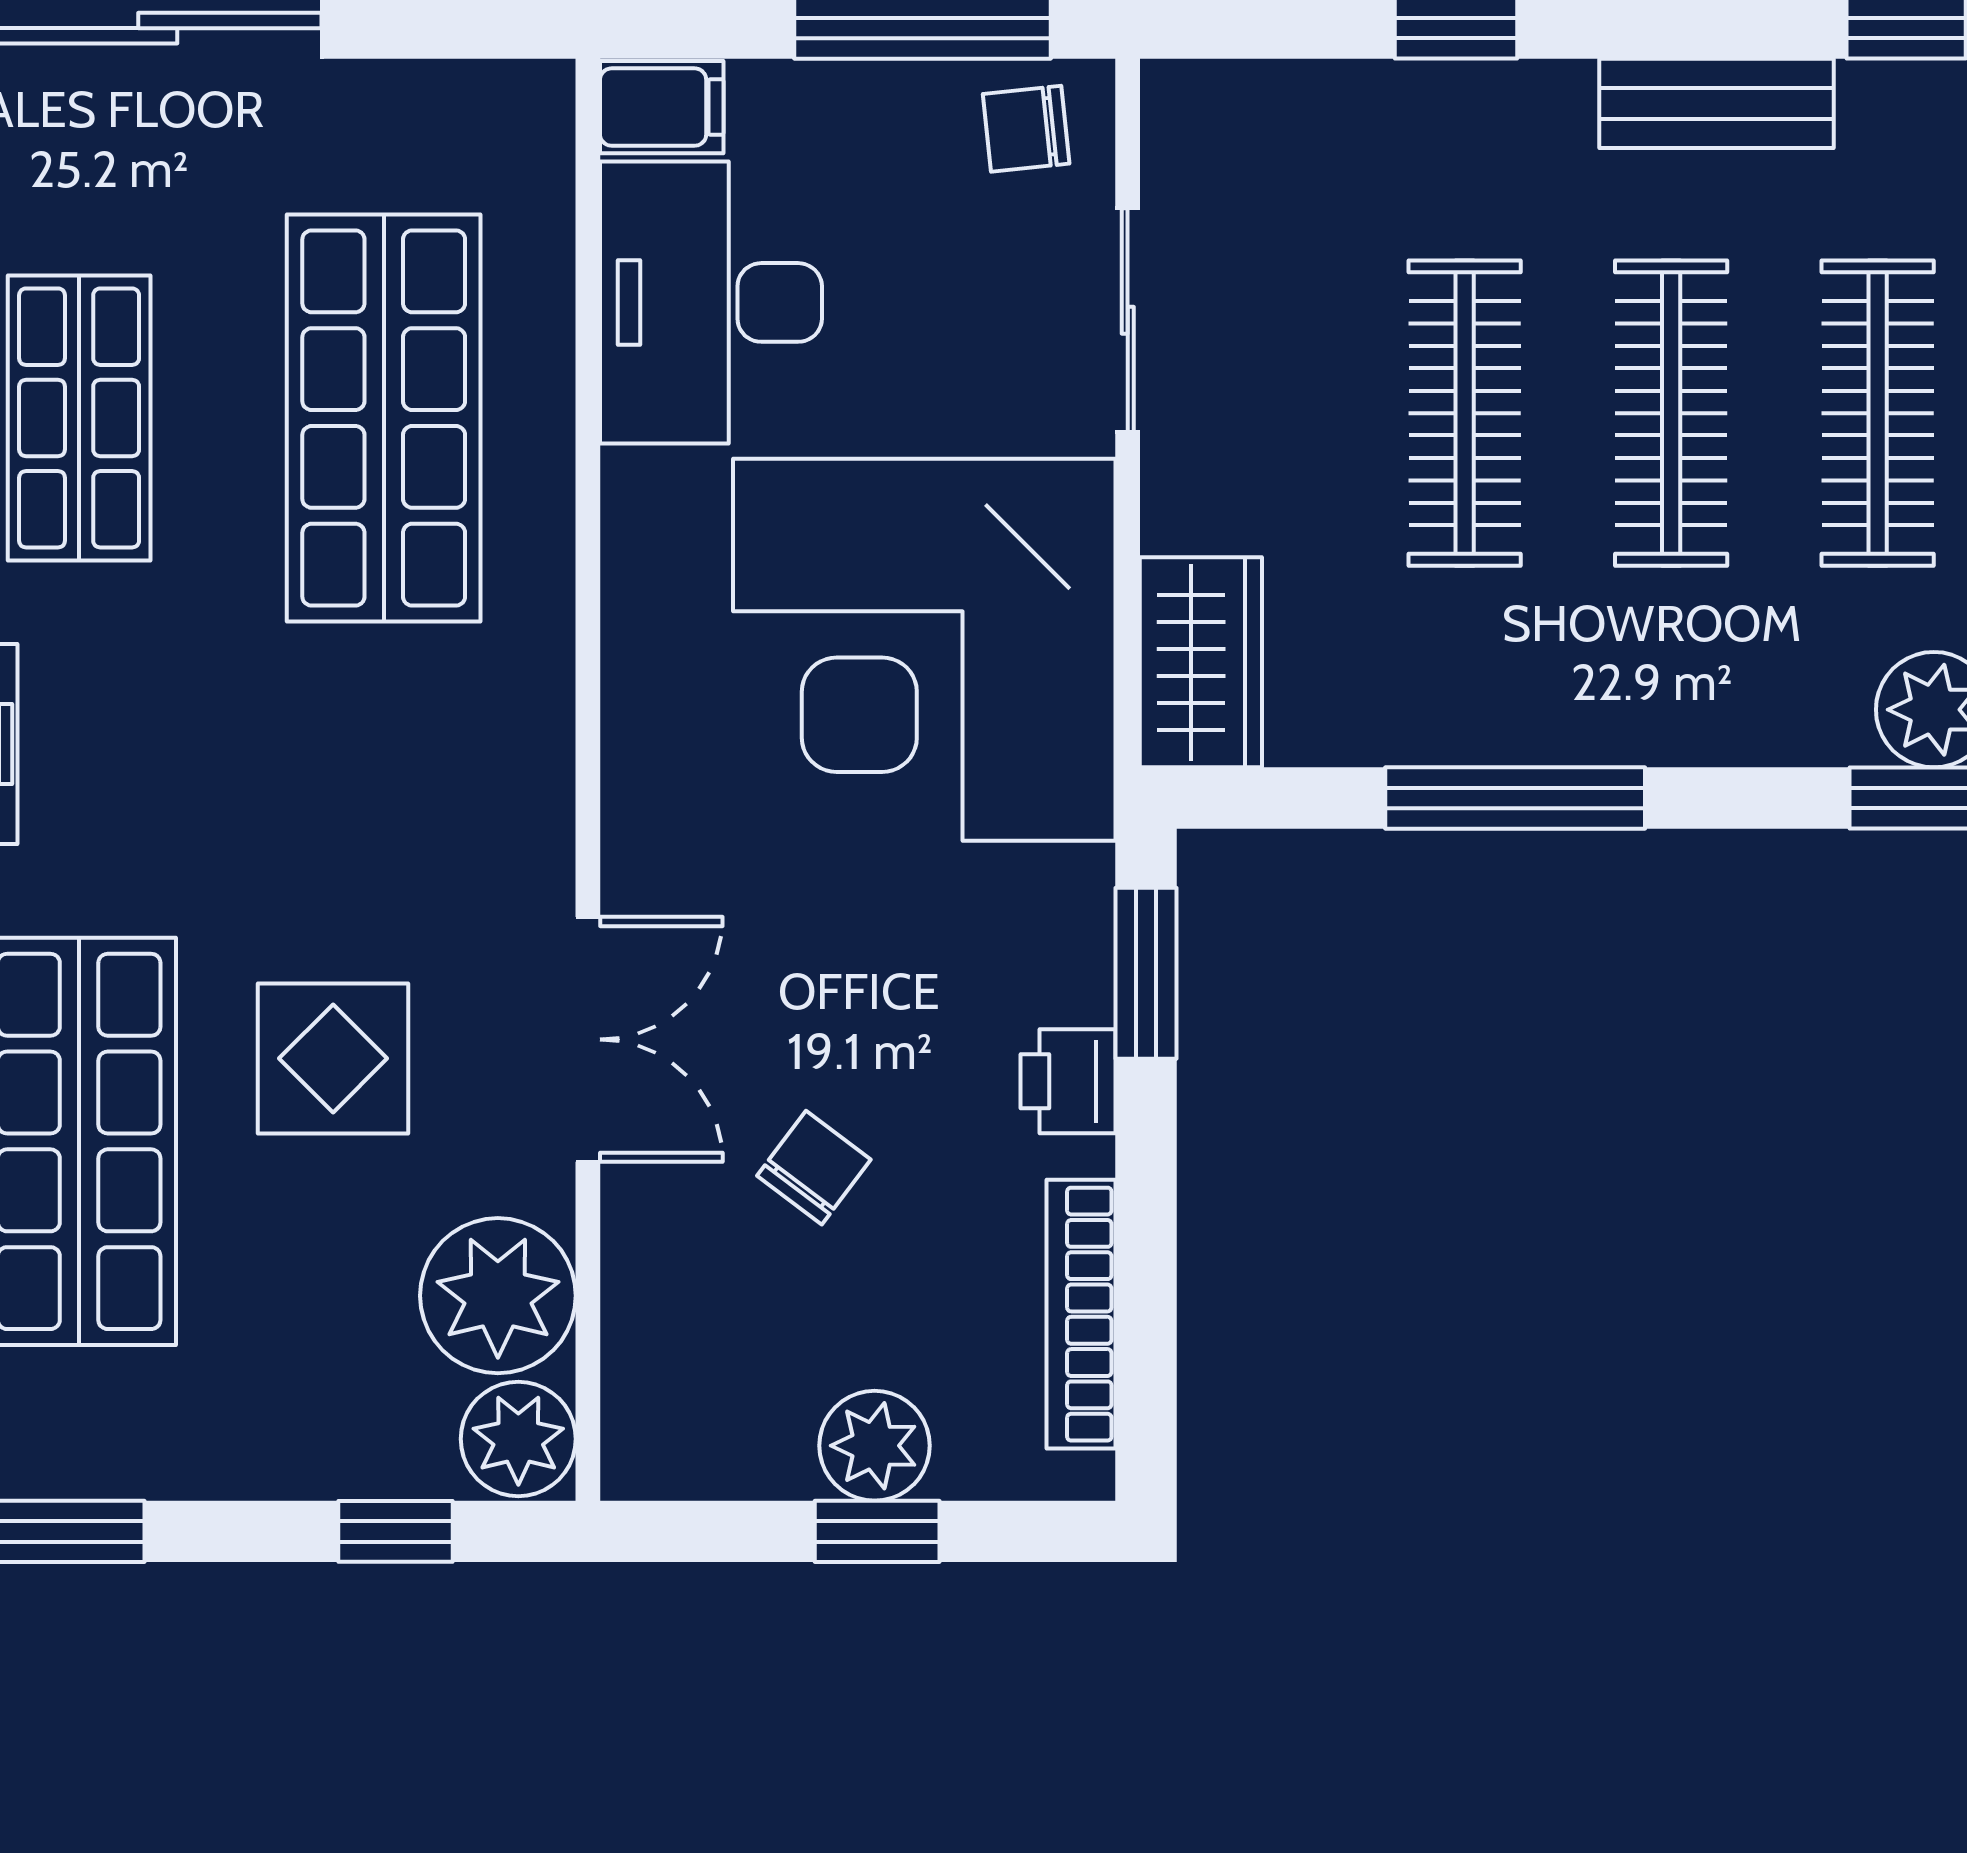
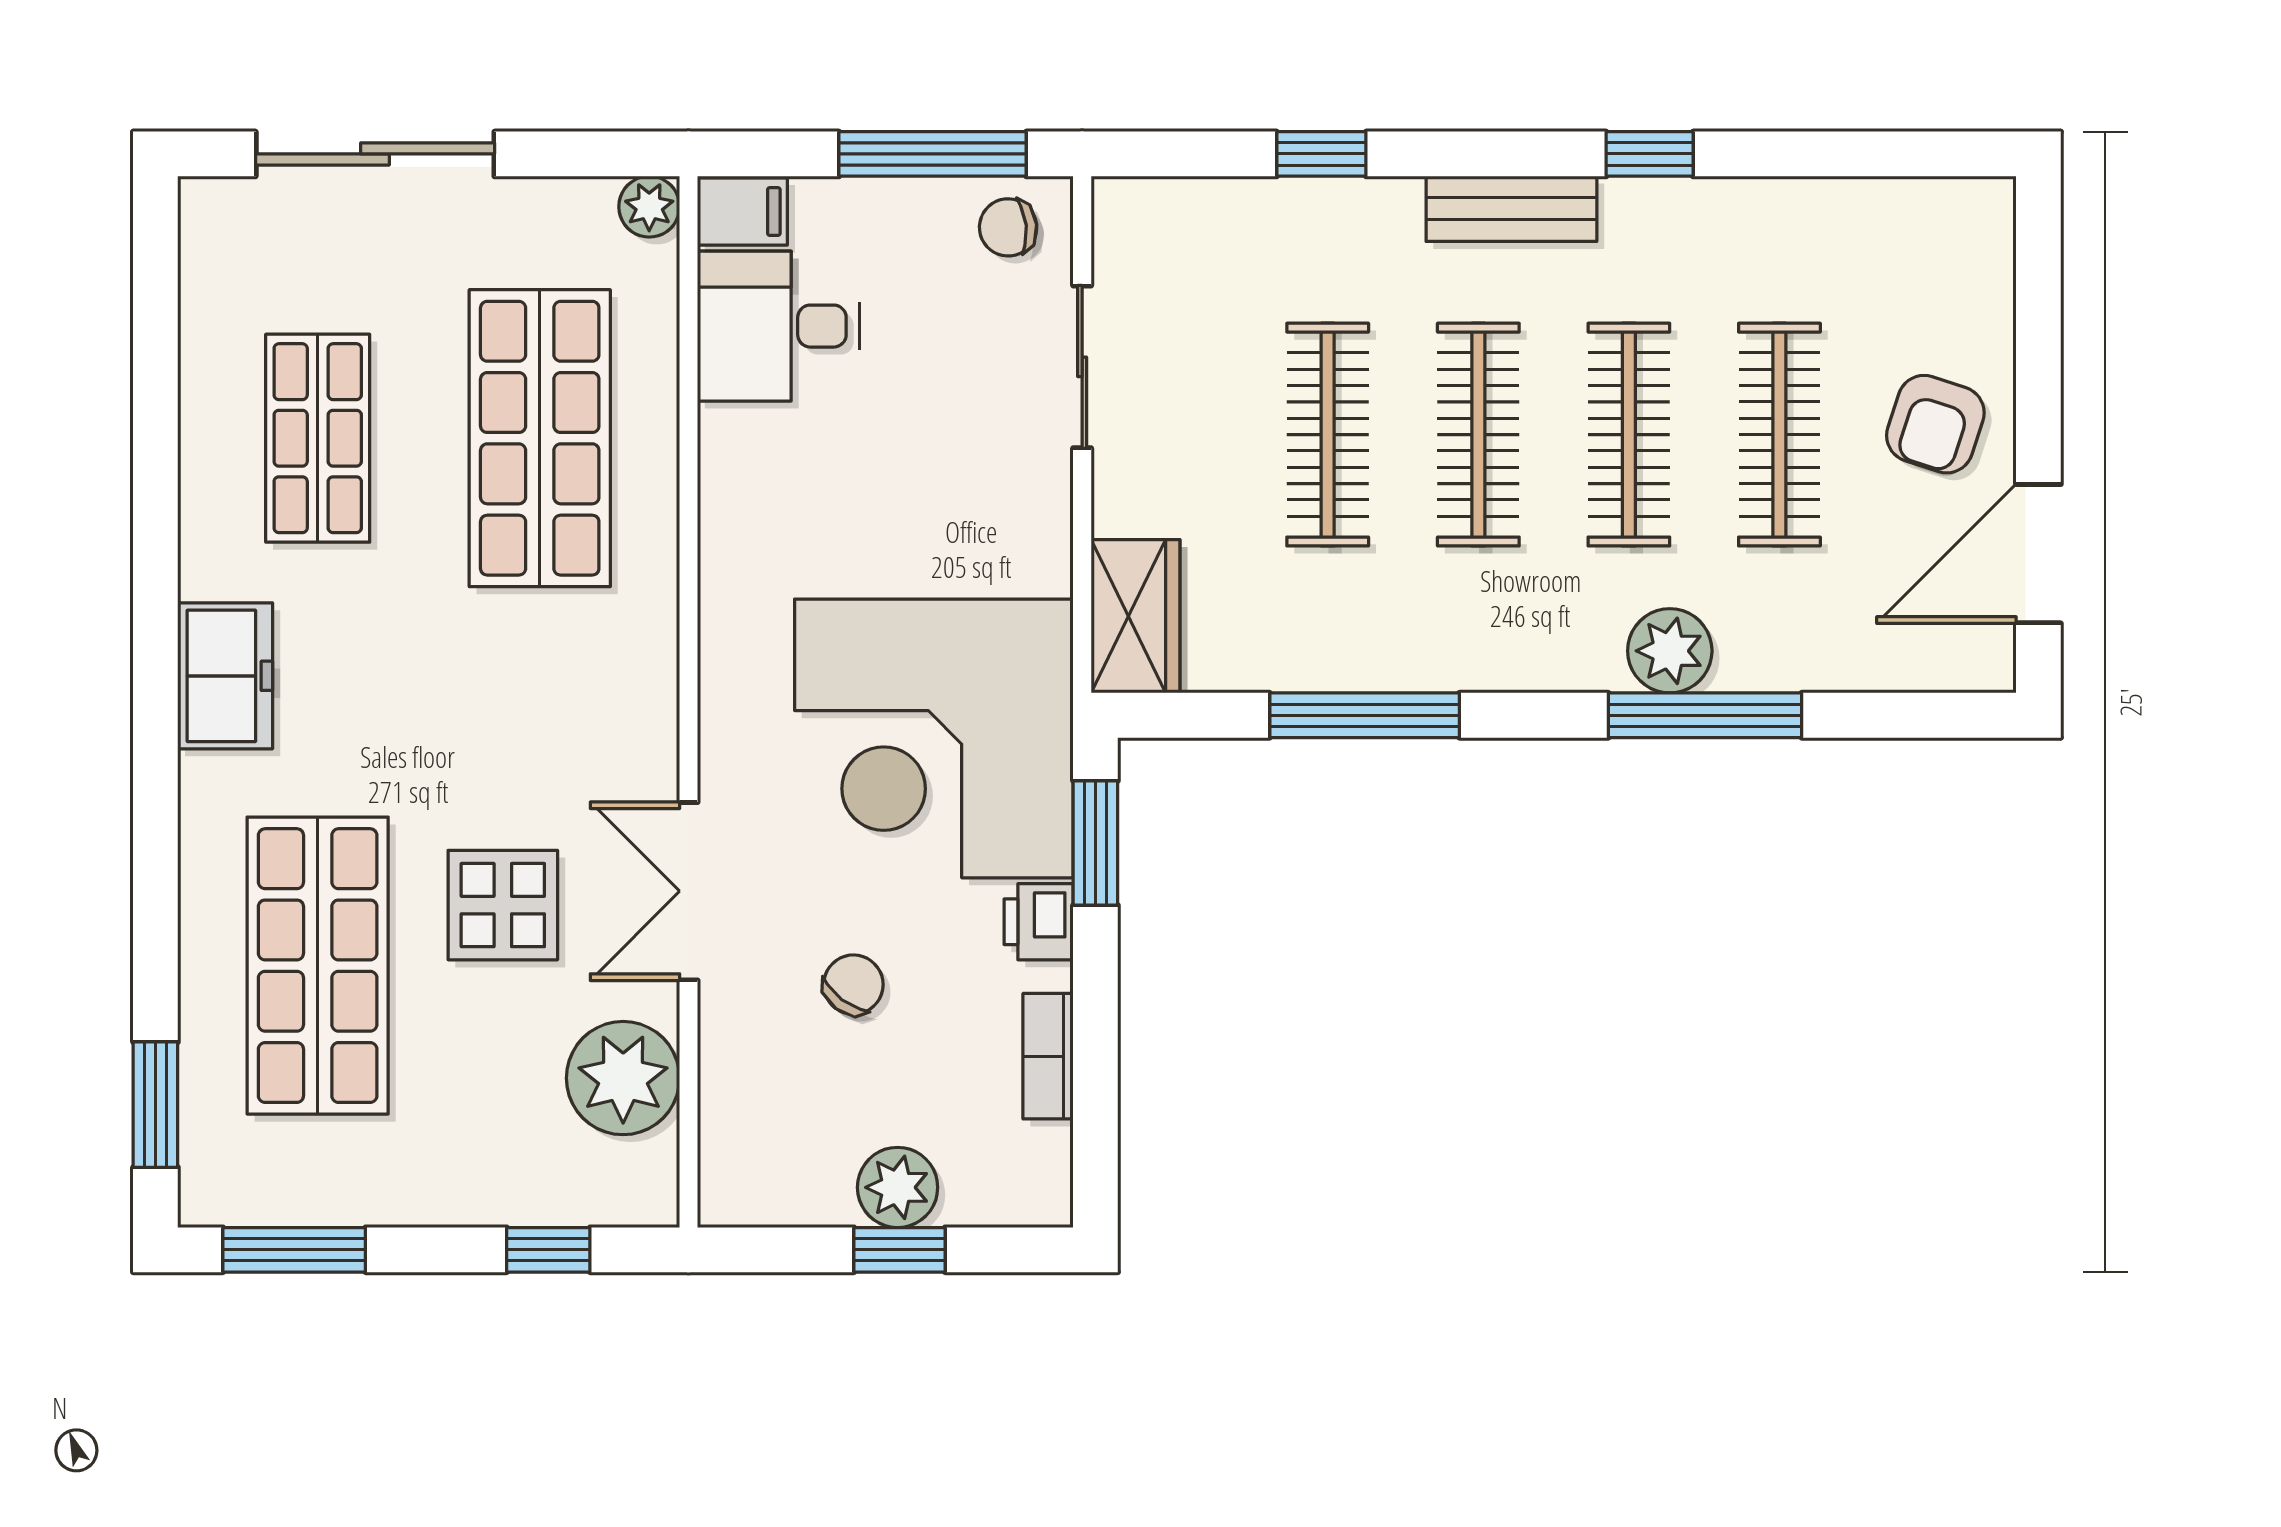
desk: (711, 302) -> (778, 326), width x0.73
corner desk: (924, 650) -> (934, 738), moved
double door: (588, 1039) -> (689, 891), swing flipped
bookcase: (1081, 1314) -> (1048, 1056), width x0.64
plant: (518, 1439) -> (649, 207), moved, width x0.73, depth x0.73

